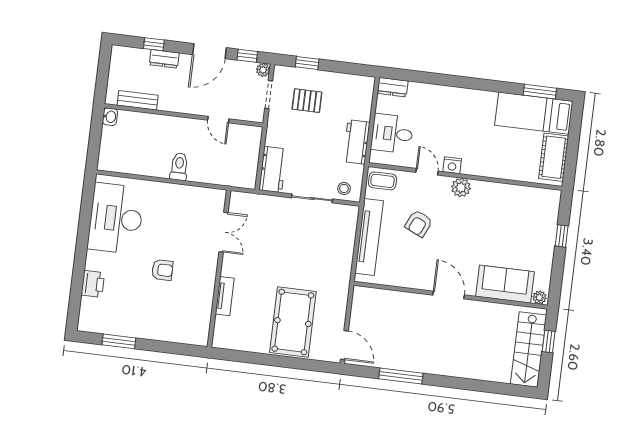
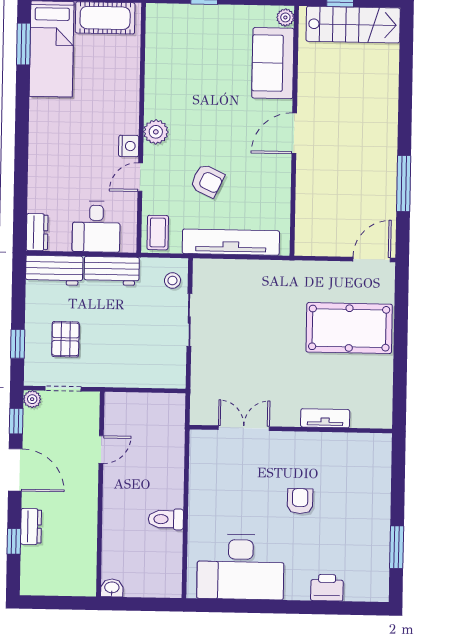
bench: (138, 100) -> (87, 555), removed
toilet: (179, 167) -> (166, 519), moved
workbench: (273, 170) -> (54, 270), moved, turned 180

